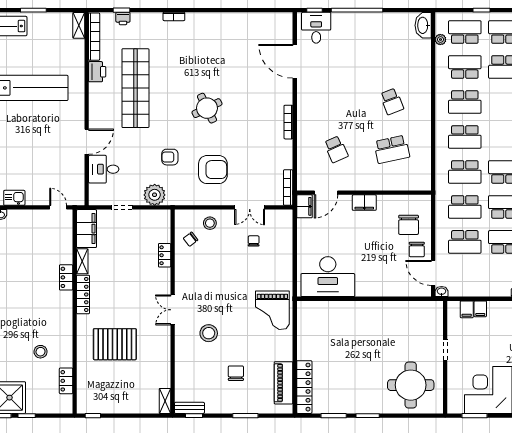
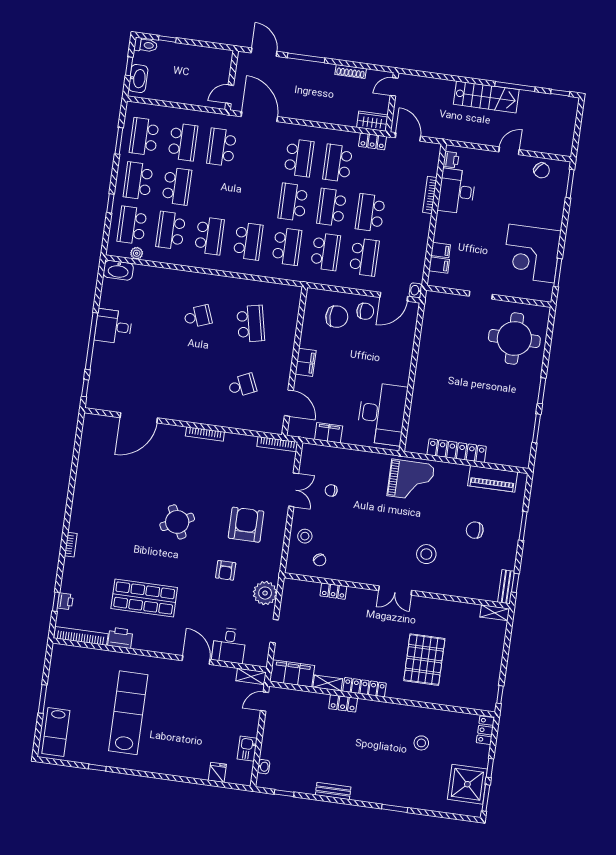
shelving: (79, 25) -> (251, 676), moved
desk: (316, 28) -> (113, 327), moved
shop shelf: (135, 88) -> (144, 598), width x0.71
filing cabinet: (305, 206) -> (329, 433), moved
locker: (66, 381) -> (485, 730), moved, turned 90
locker: (304, 387) -> (457, 451), moved

